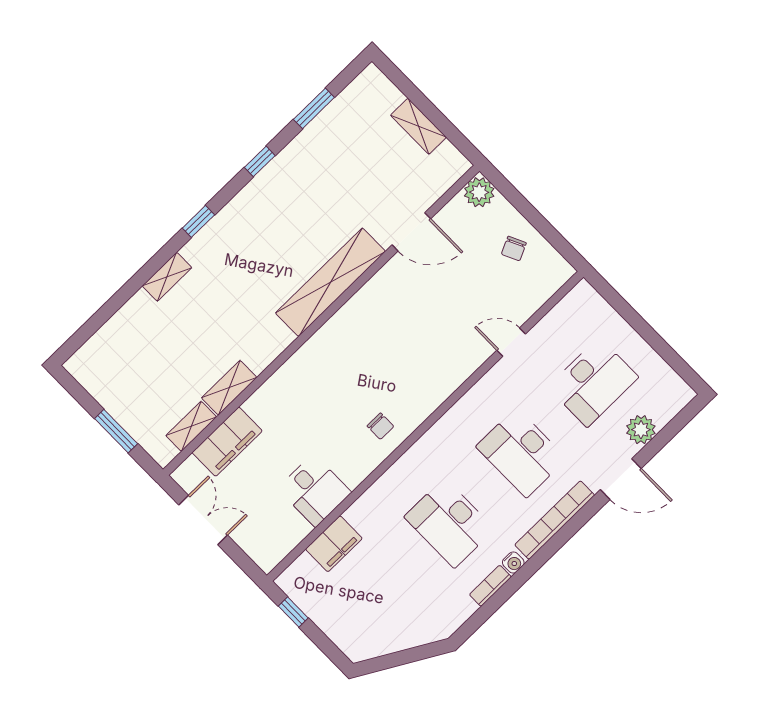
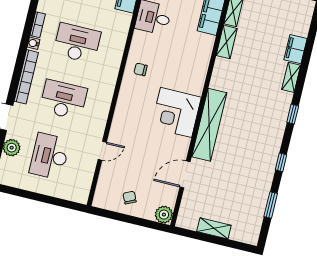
filing cabinet: (135, 314) -> (295, 49), added
corner desk: (368, 331) -> (176, 112), added

